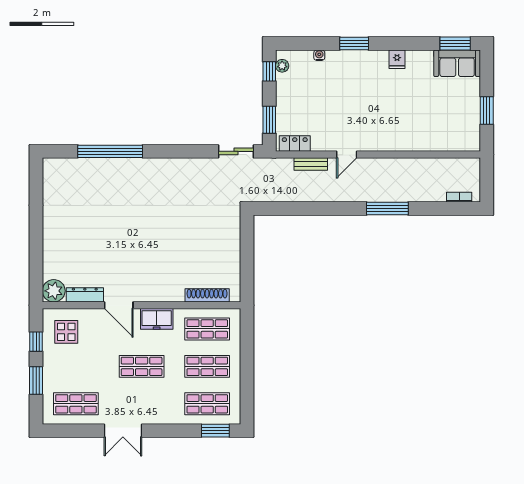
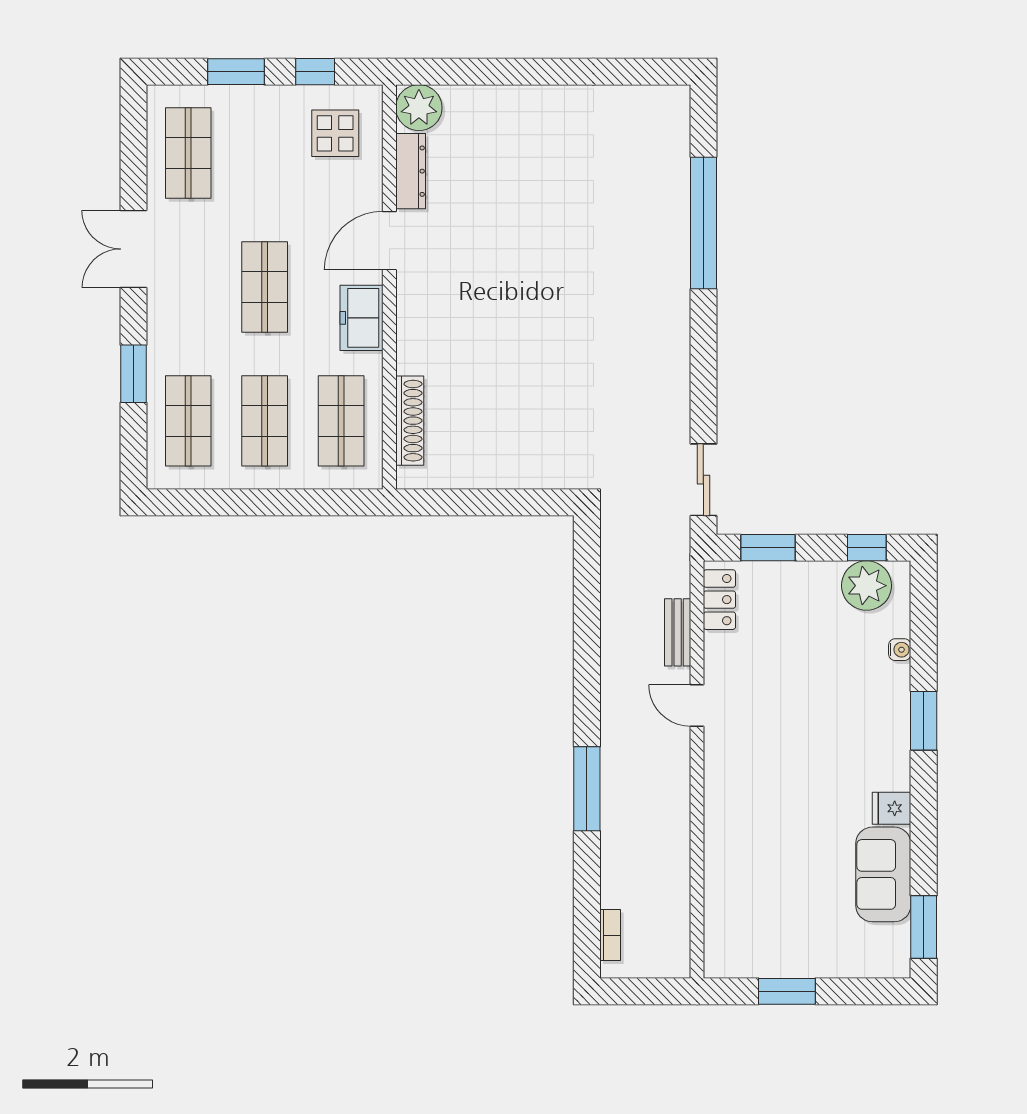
sofa: (457, 63) -> (883, 874), moved
plant: (282, 66) -> (867, 586), width x1.87, depth x1.87
window: (215, 431) -> (134, 374), moved

